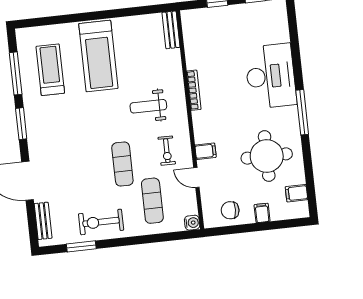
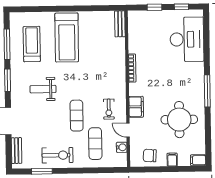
desk: (271, 76) -> (187, 39), moved
weight bench: (148, 106) -> (43, 89), moved
filing cabinet: (205, 151) -> (136, 107), width x2.00
filing cabinet: (296, 193) -> (198, 160), moved
exercise bike: (101, 222) -> (58, 155), turned 180
water cooler: (192, 223) -> (122, 147), moved

